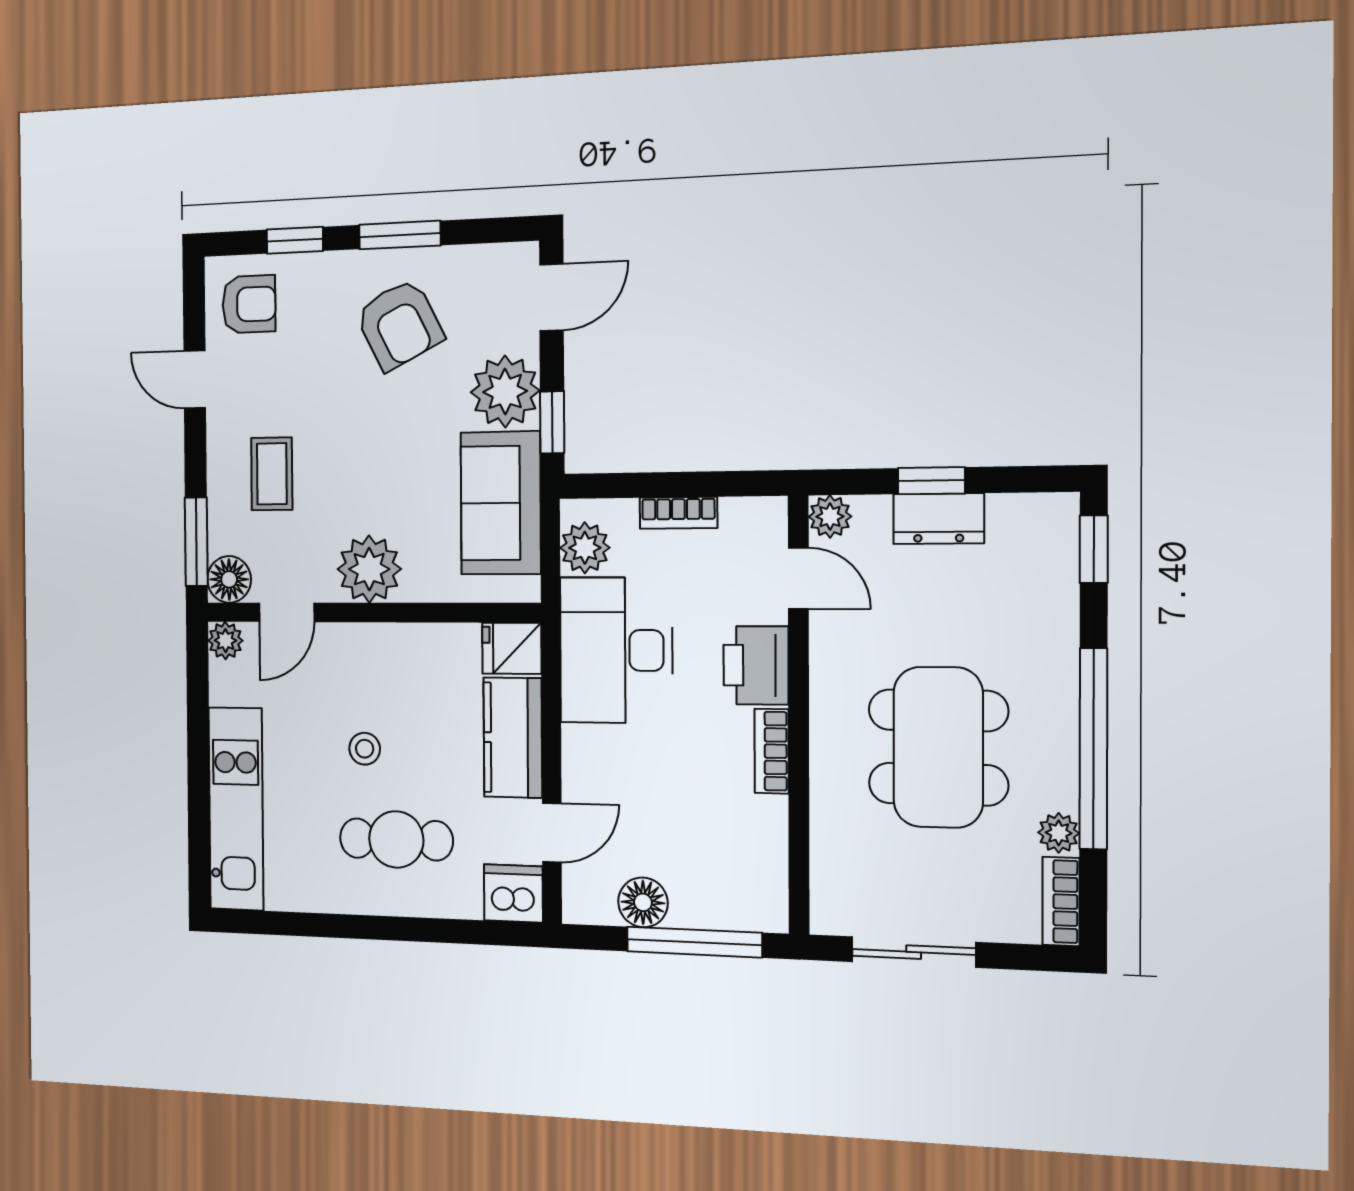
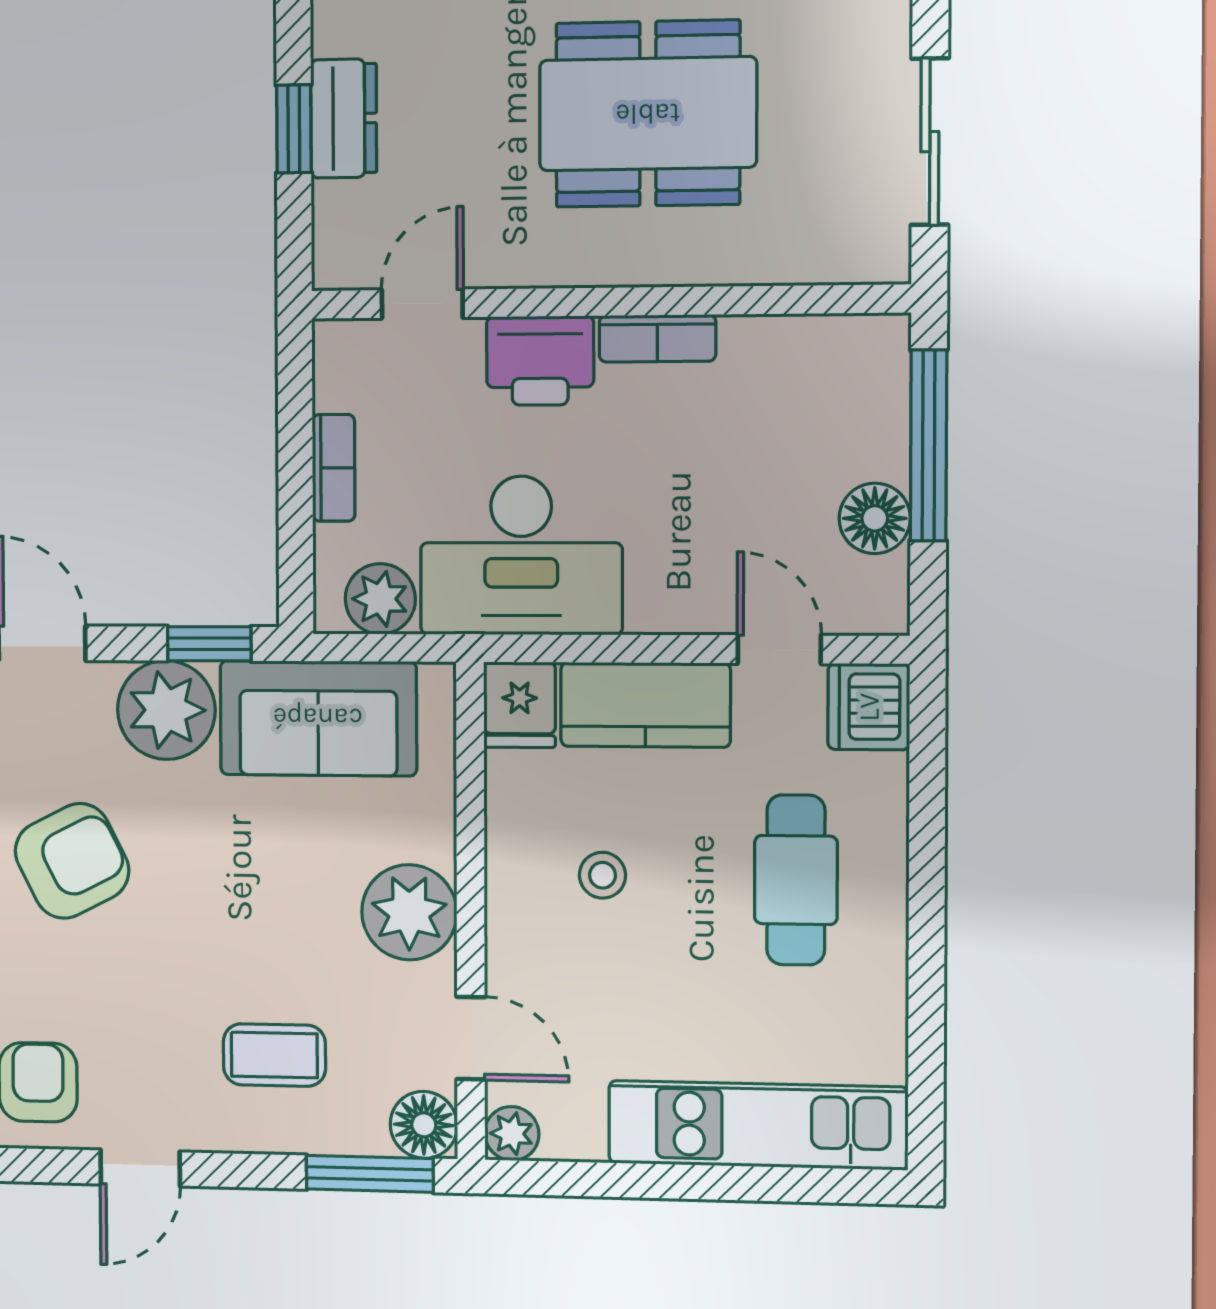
plant: (830, 517) -> (340, 262), removed
stool: (365, 749) -> (602, 875), moved

